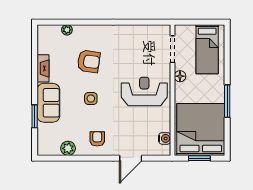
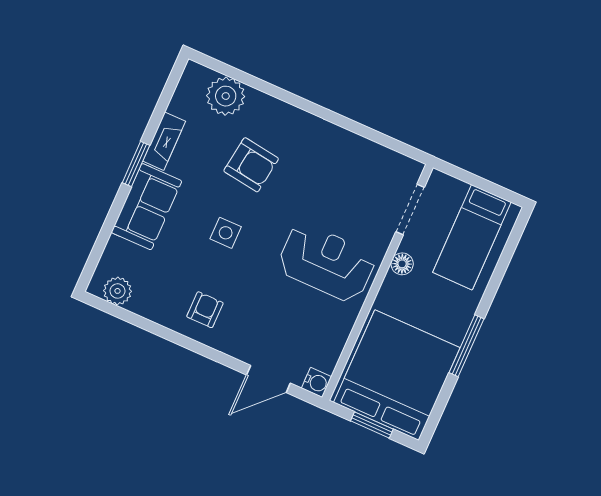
plant: (67, 30) -> (226, 96), width x1.88, depth x1.88
window: (35, 116) -> (136, 164), moved
water cooler: (165, 138) -> (317, 382), moved
plant: (68, 148) -> (117, 291), moved
door: (131, 158) -> (268, 379), moved

